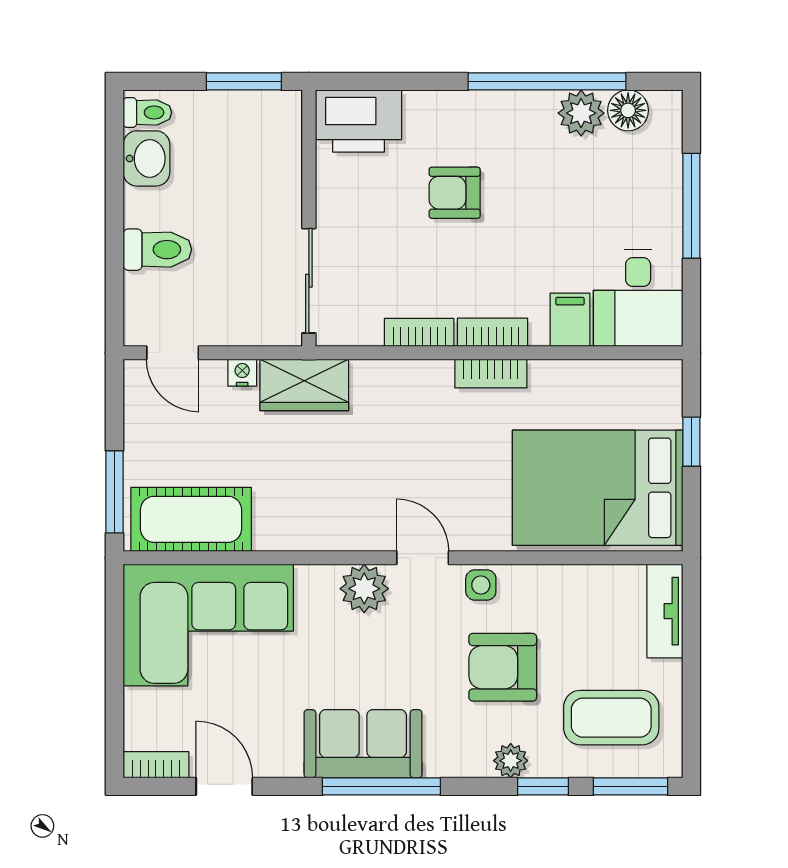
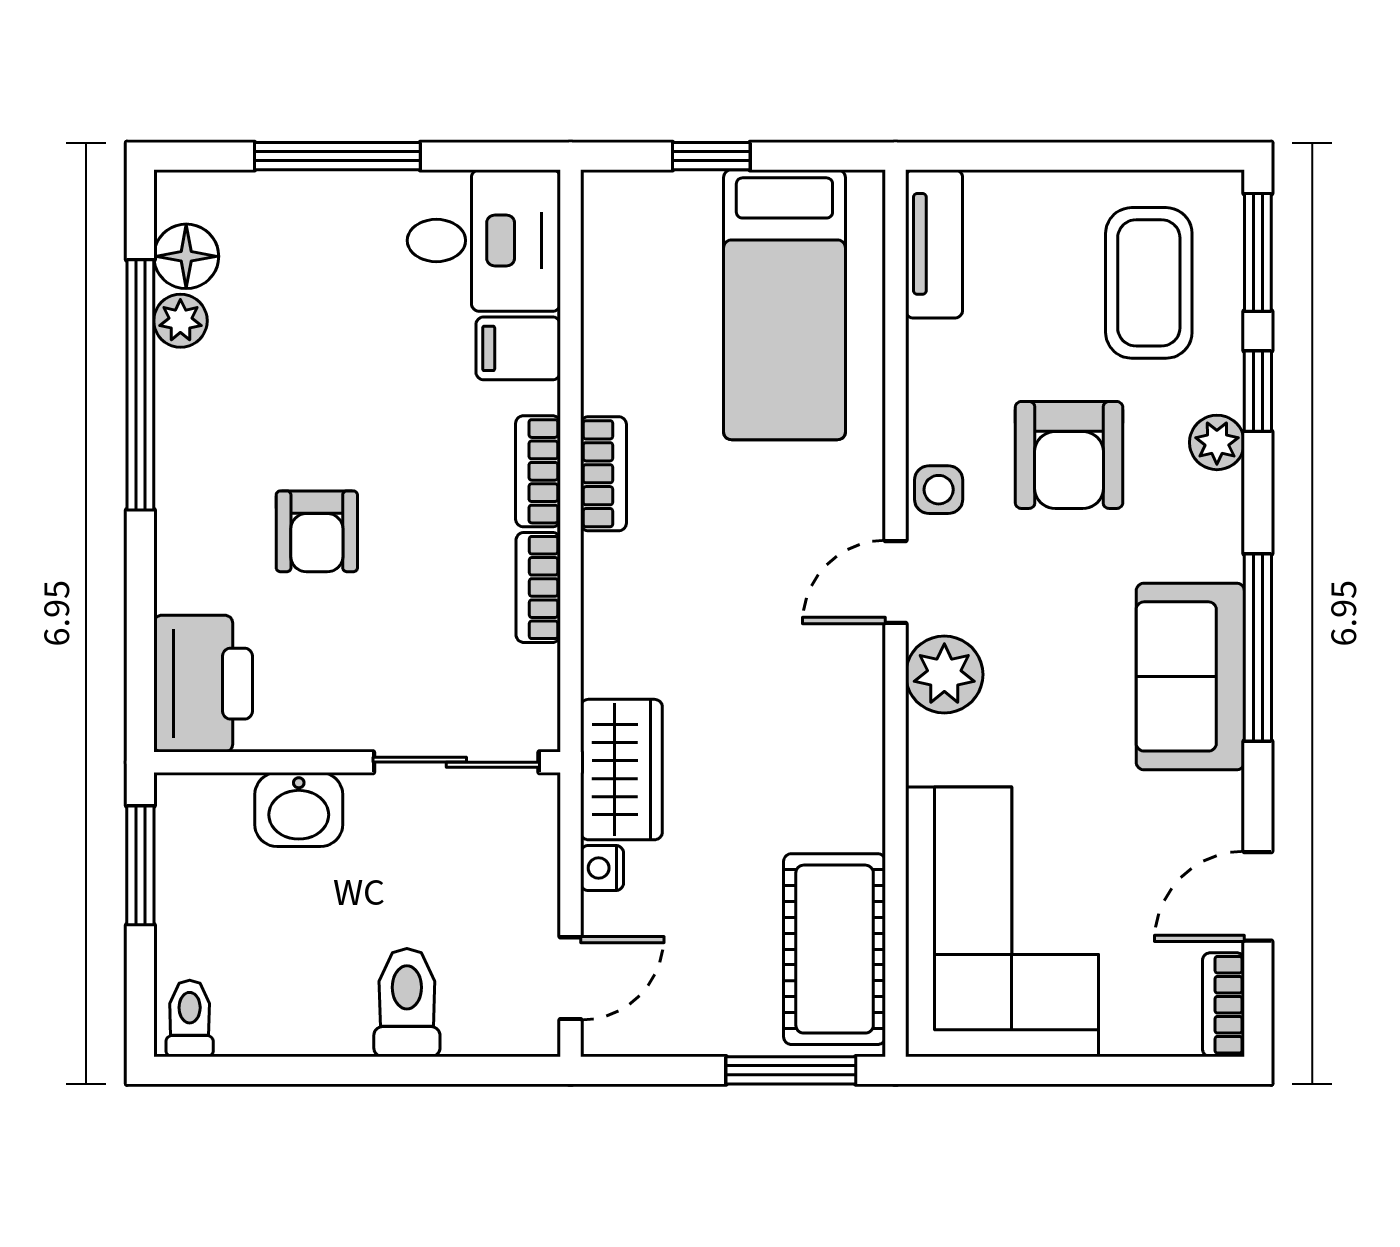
plant: (581, 113) -> (180, 321), width x0.73, depth x0.73
washbasin: (146, 158) -> (299, 810), moved, turned 180
bed: (598, 488) -> (784, 305), width x0.67
tv unit: (665, 611) -> (934, 244), moved, turned -90

